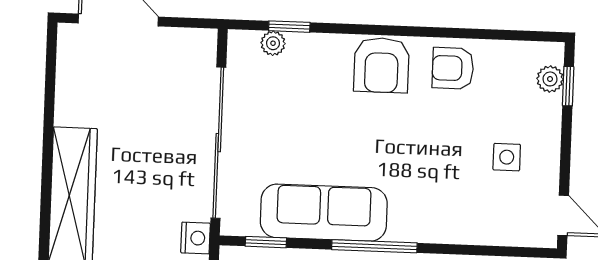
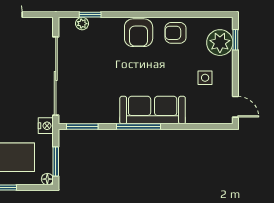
plant: (550, 79) -> (220, 43), width x1.88, depth x1.88
sofa: (324, 213) -> (153, 110), moved
window: (266, 242) -> (82, 126), width x1.50

